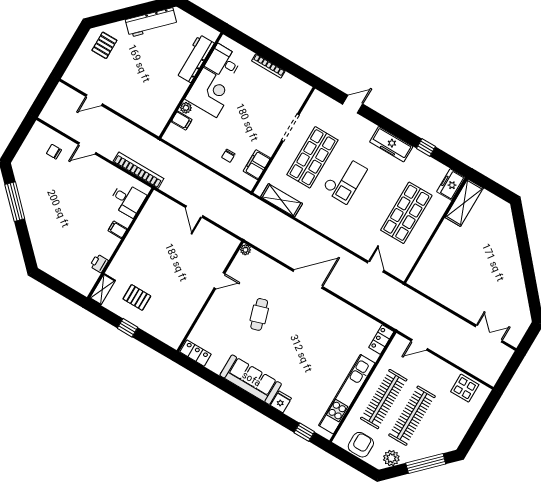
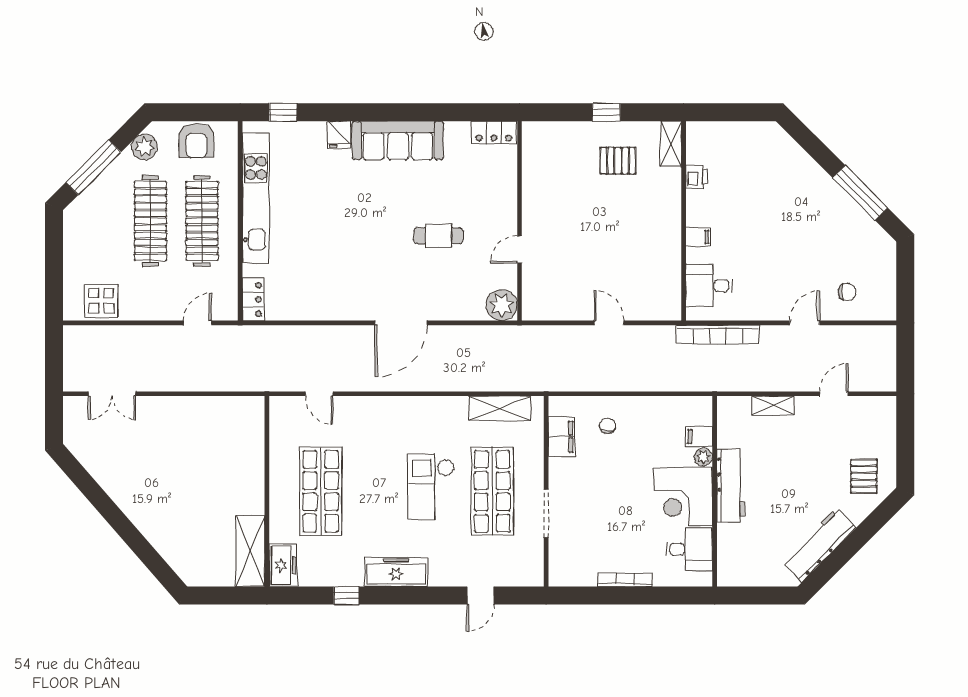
workbench: (195, 58) -> (731, 486), moved
shelving: (131, 114) -> (773, 405), added
plant: (245, 250) -> (502, 305), width x1.88, depth x1.88
cafe table: (259, 314) -> (439, 236), turned -73

